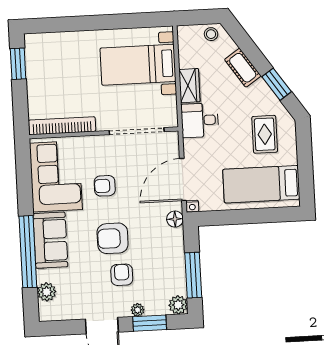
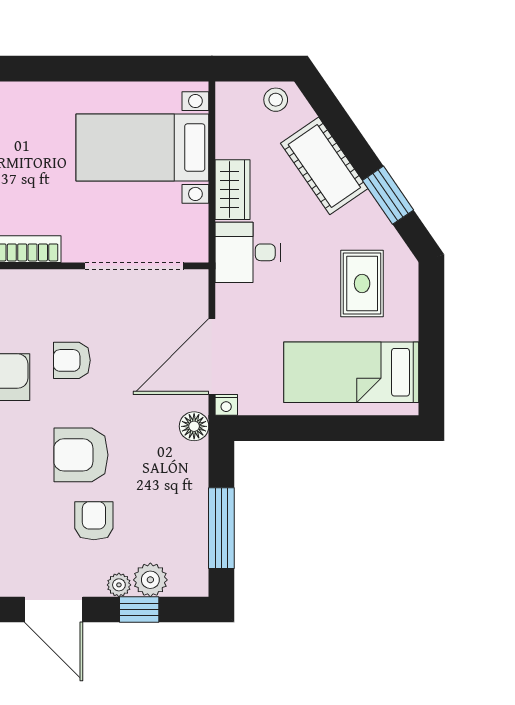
cot: (243, 68) -> (324, 166), width x1.37, depth x1.34
plant: (178, 305) -> (150, 580), moved
window: (150, 323) -> (139, 609), width x0.67

